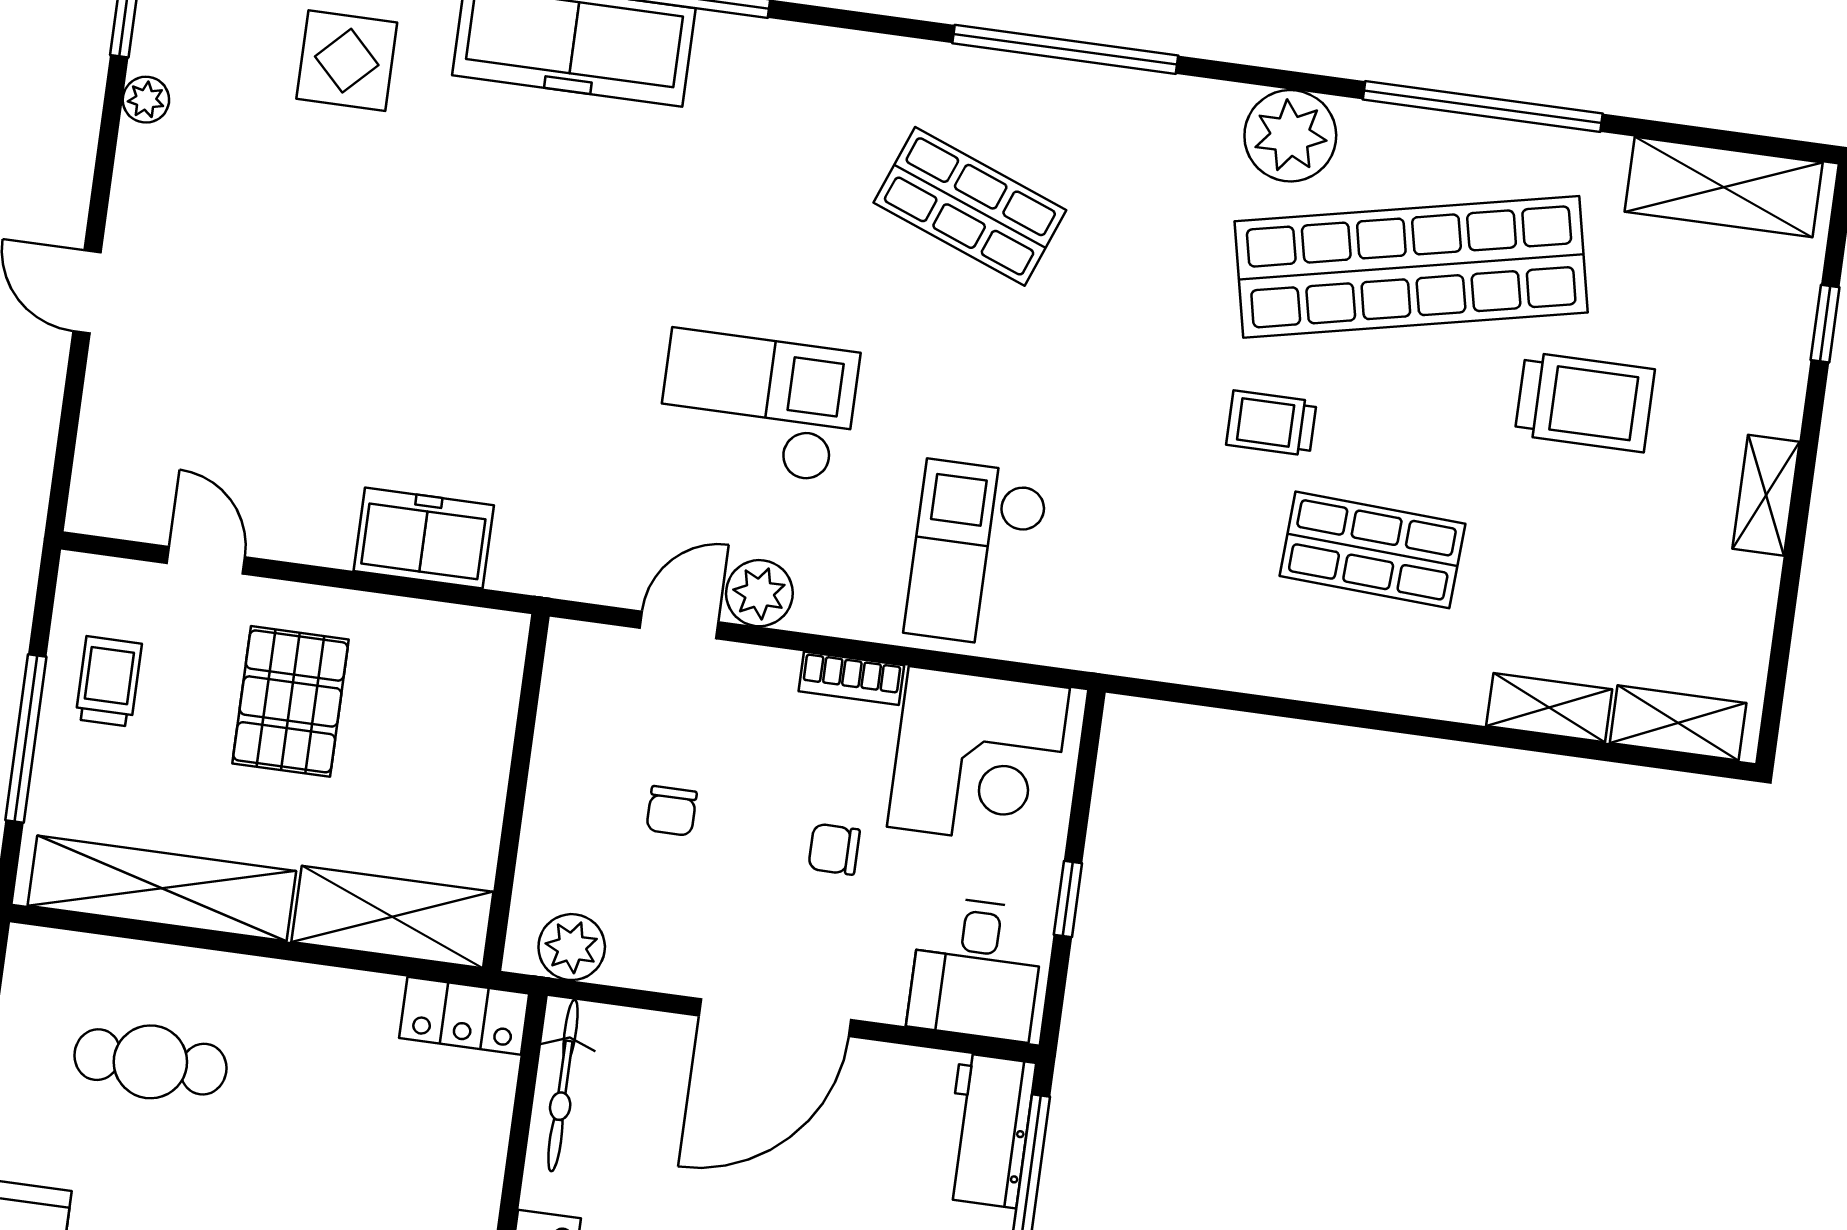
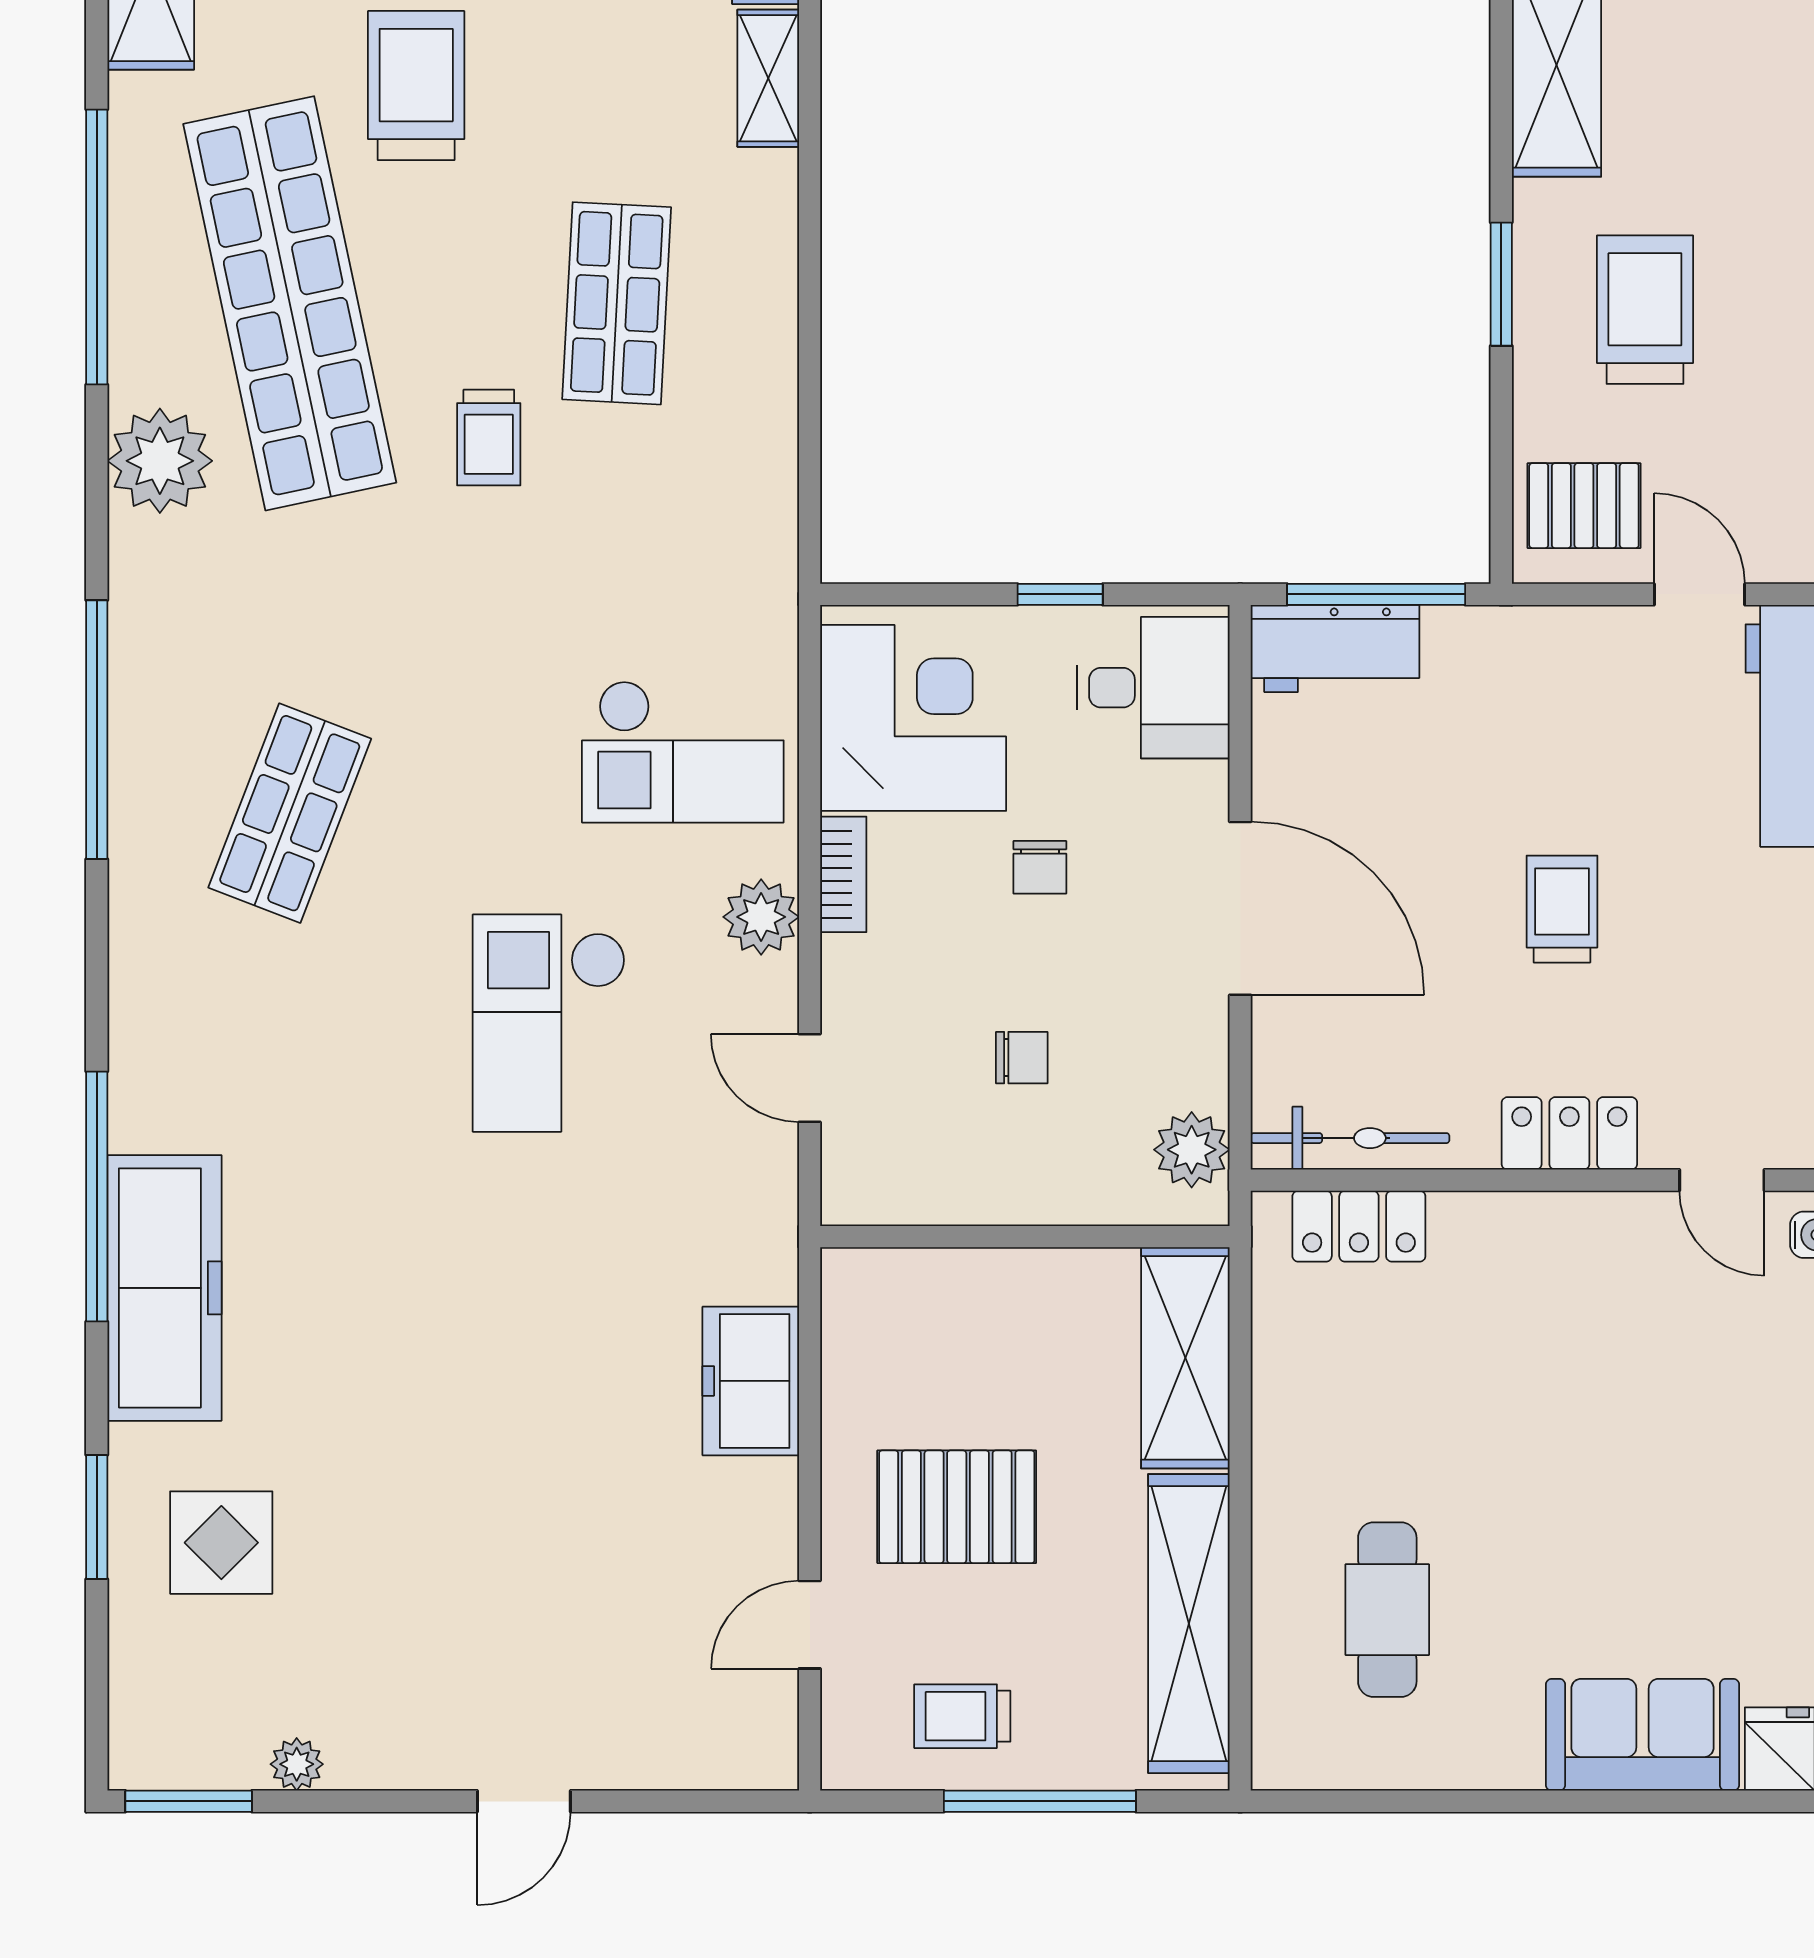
plant: (759, 593) -> (761, 917), moved
locker: (464, 1016) -> (1359, 1226), moved, turned 90

